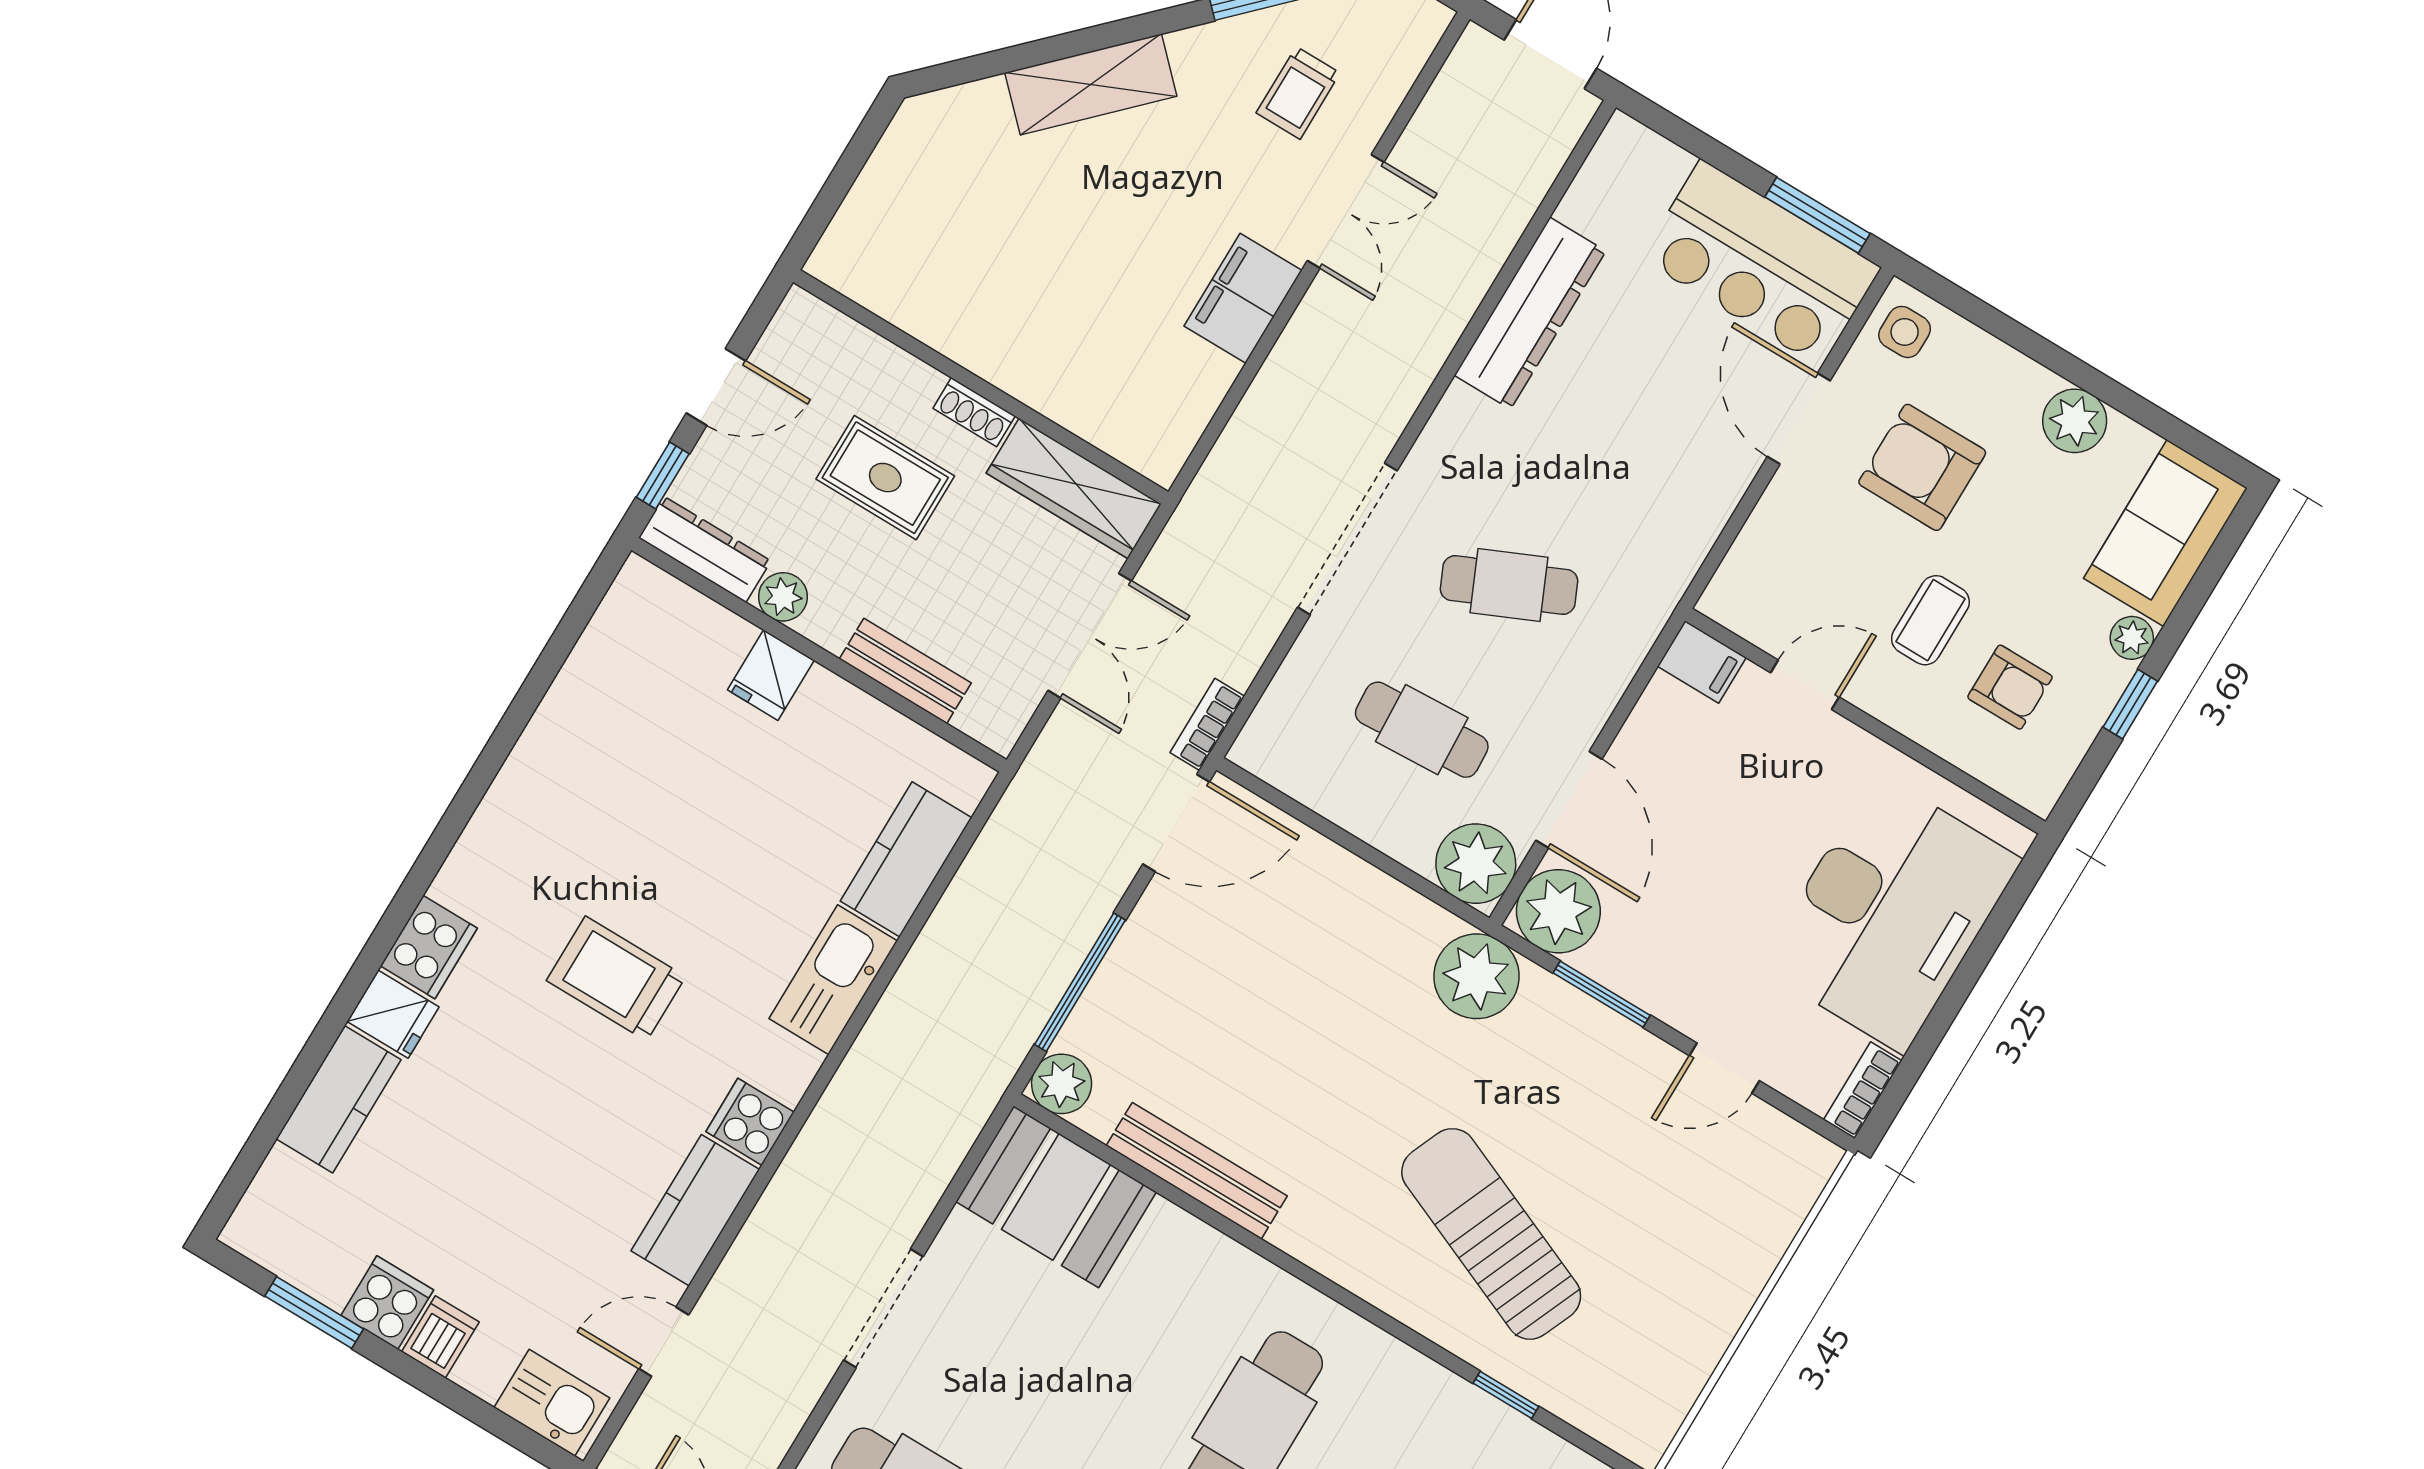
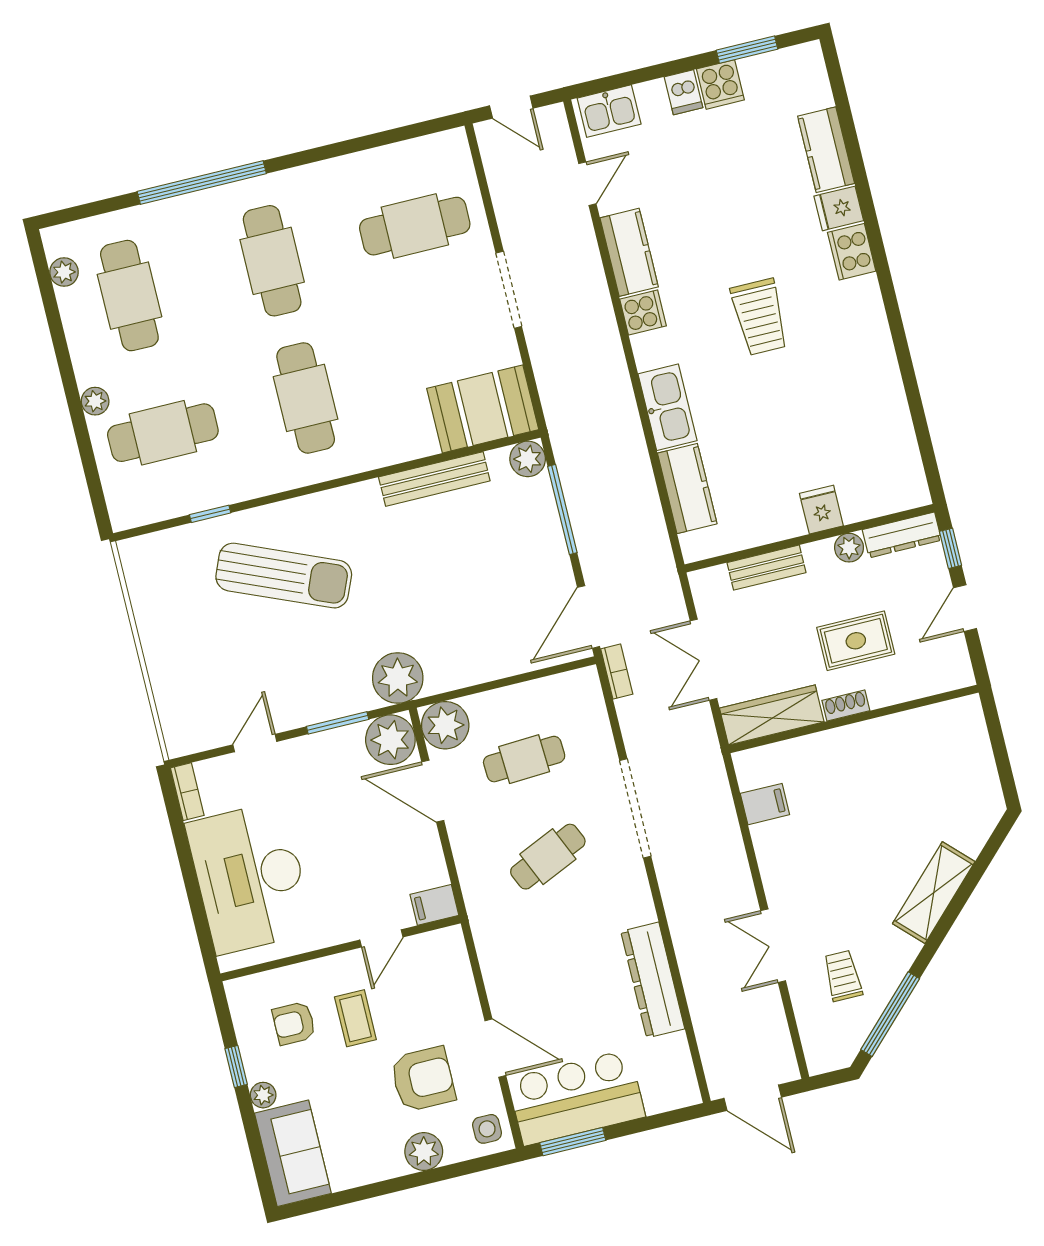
filing cabinet: (1243, 298) -> (765, 804), moved, width x0.50
plant: (2075, 421) -> (424, 1151), moved
trolley: (616, 978) -> (760, 317), turned 90

